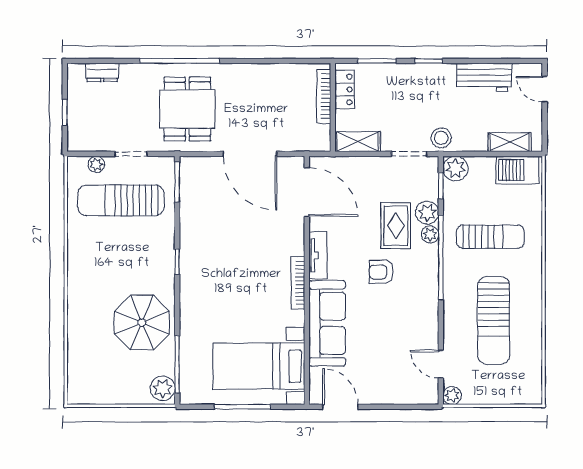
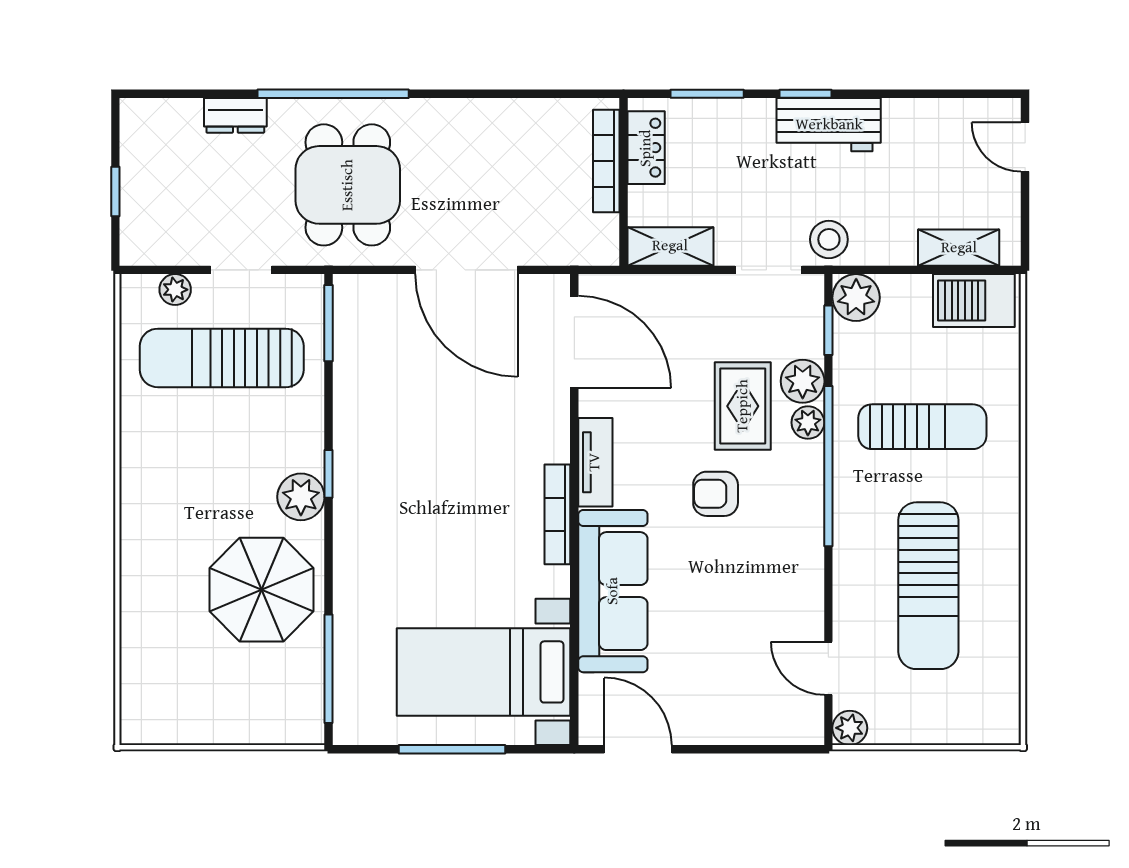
dresser: (102, 72) -> (235, 115), moved
workbench: (484, 77) -> (829, 125), moved
plant: (163, 388) -> (301, 497), moved

